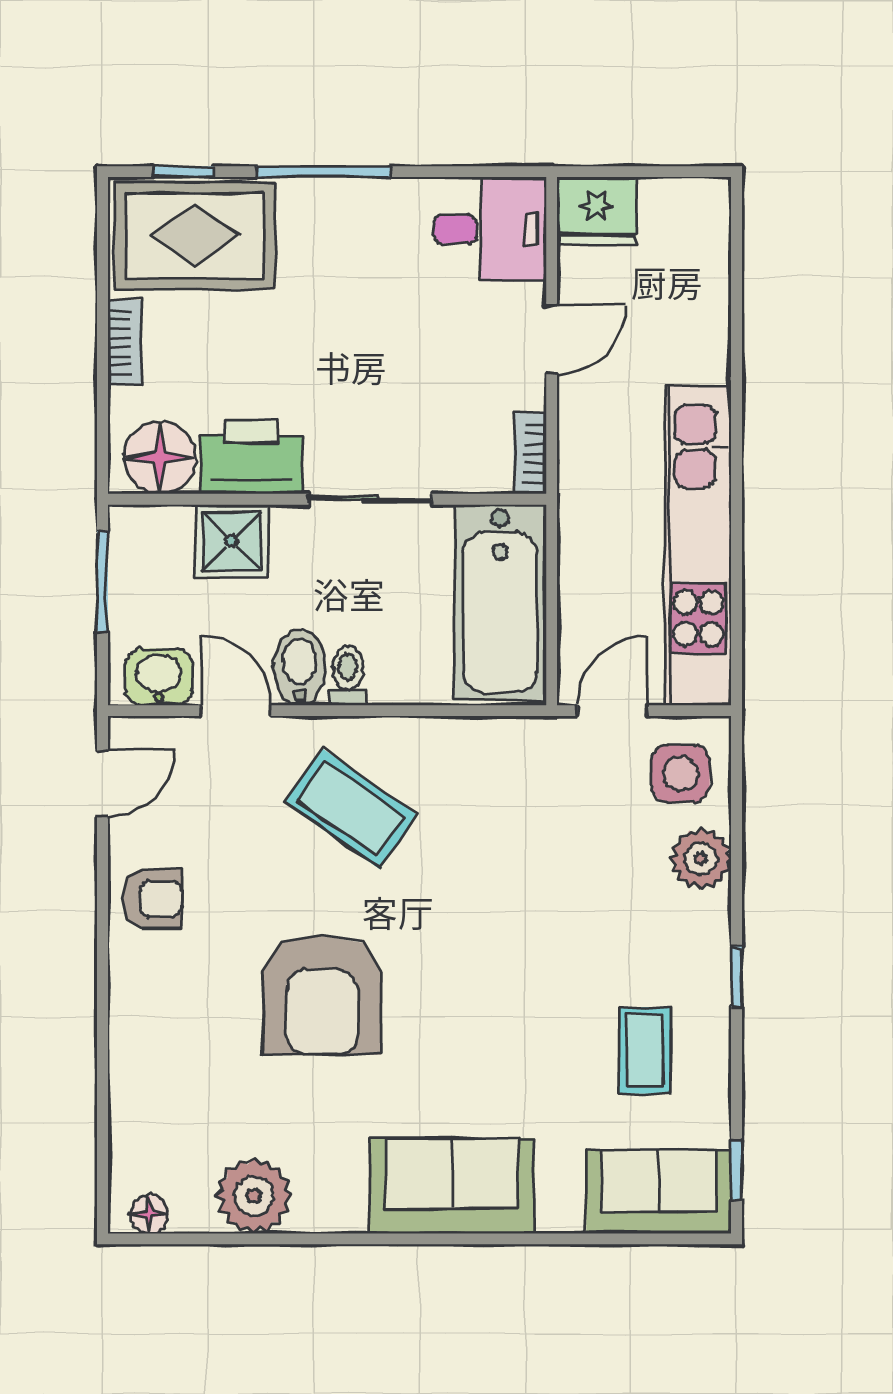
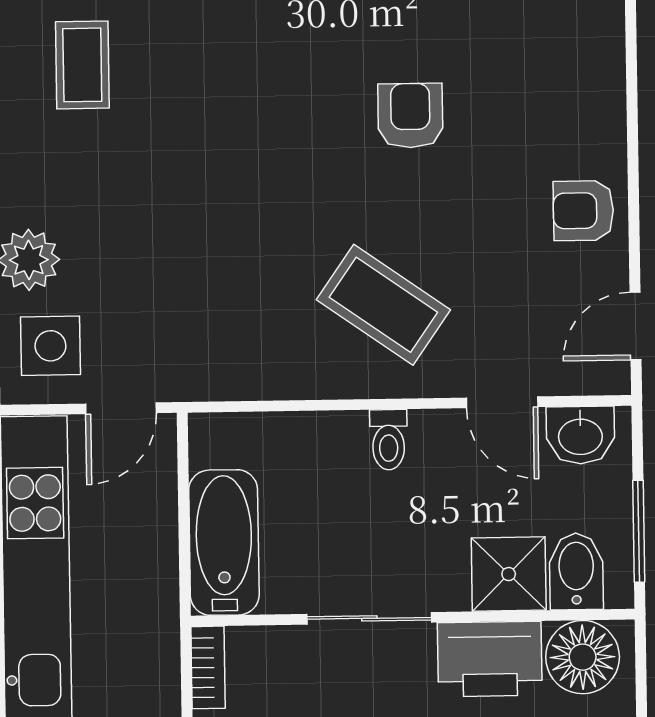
bathtub: (500, 603) -> (224, 543), width x0.73, depth x0.73
bidet: (299, 667) -> (576, 571), moved, turned 180
armchair: (322, 995) -> (410, 116), width x0.53, depth x0.53

